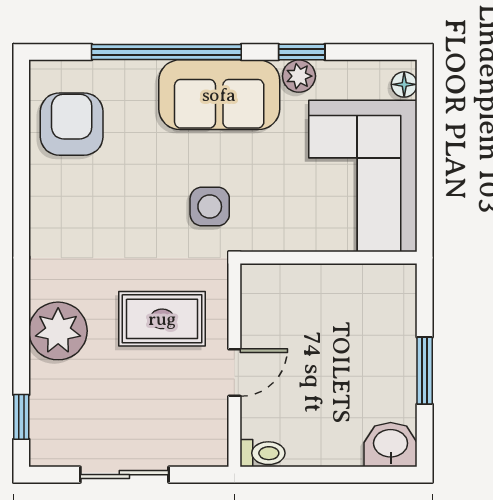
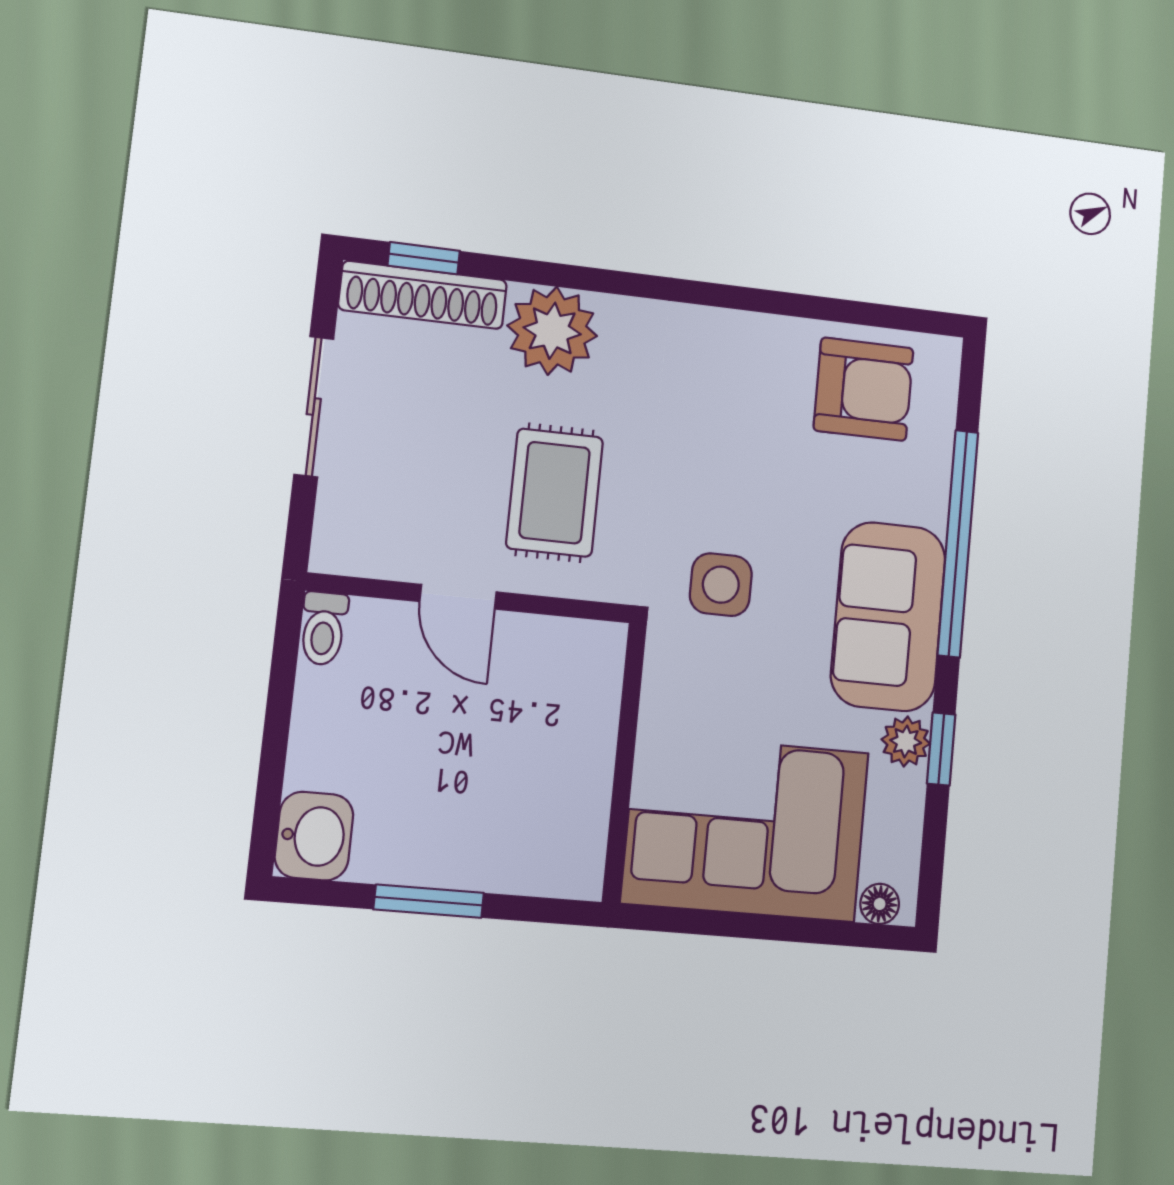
shoe rack: (45, 415) -> (423, 295), added

